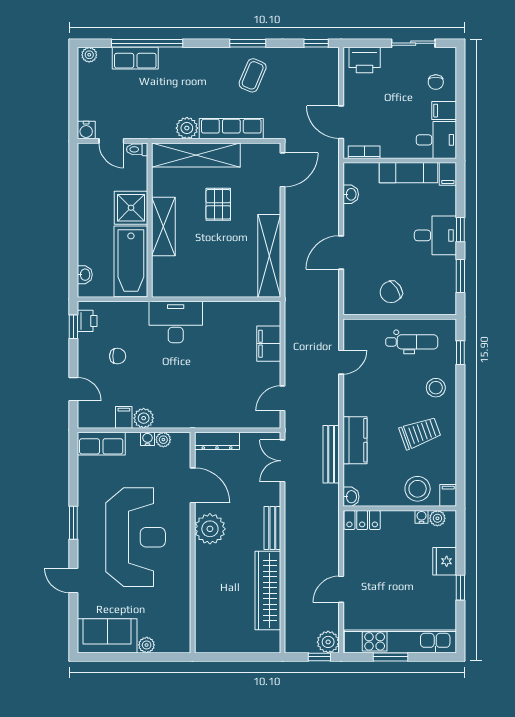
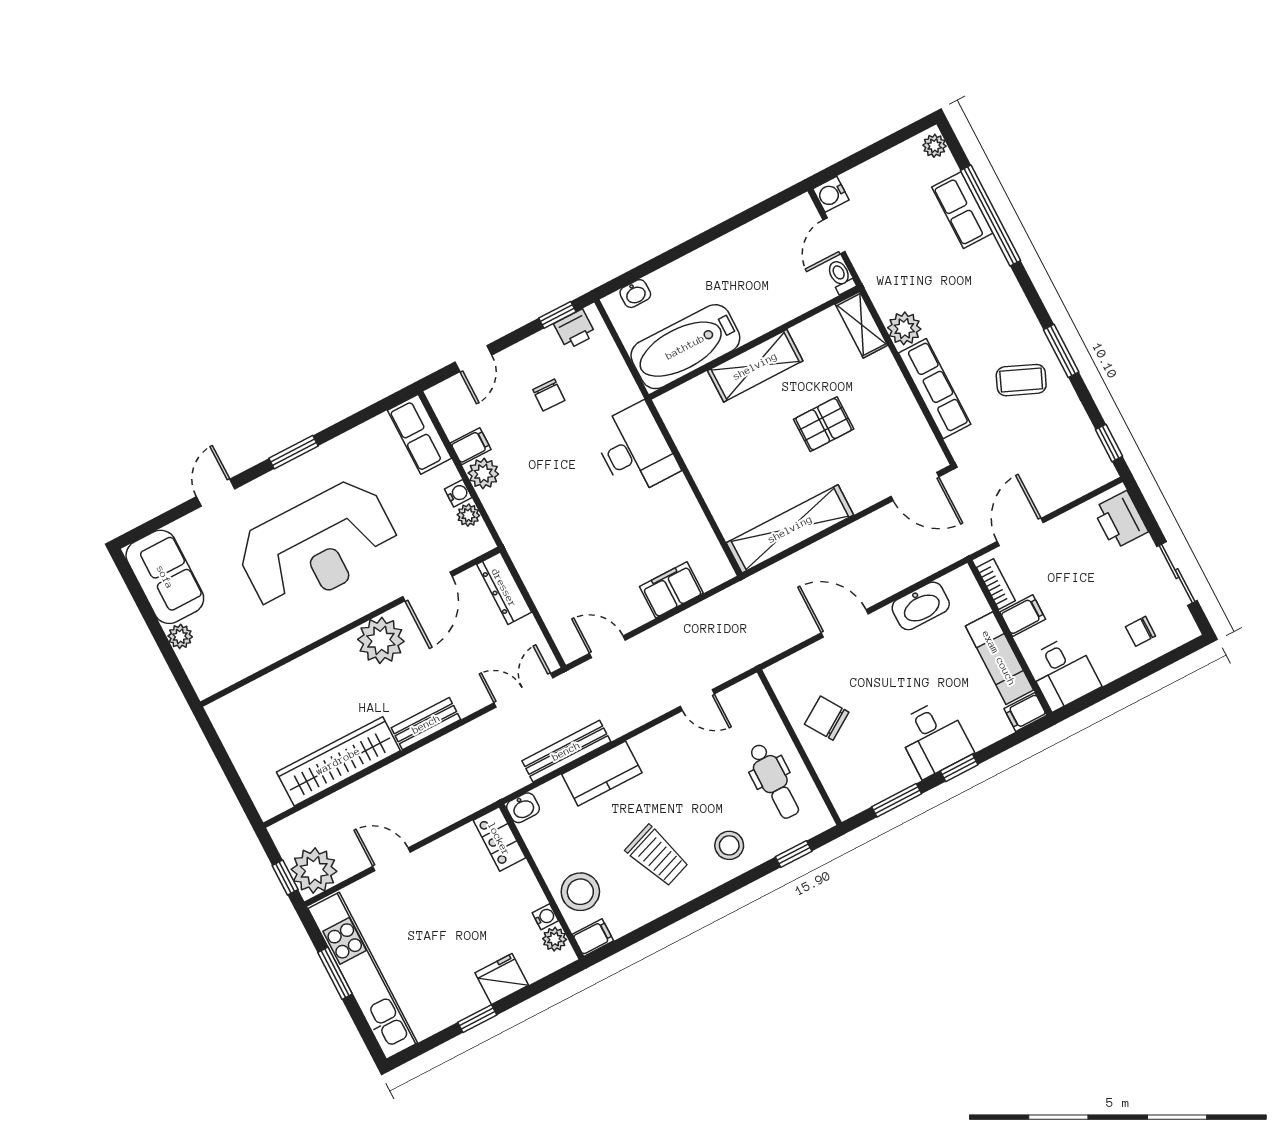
filing cabinet: (444, 111) -> (1023, 616), moved, turned 90
shelving: (196, 155) -> (861, 325), width x0.45, depth x0.75
washbasin: (351, 194) -> (921, 606), width x1.91, depth x1.45
shower: (131, 208) -> (758, 309), removed
plant: (328, 642) -> (314, 870), width x1.36, depth x1.36

